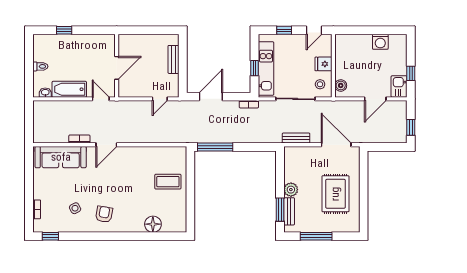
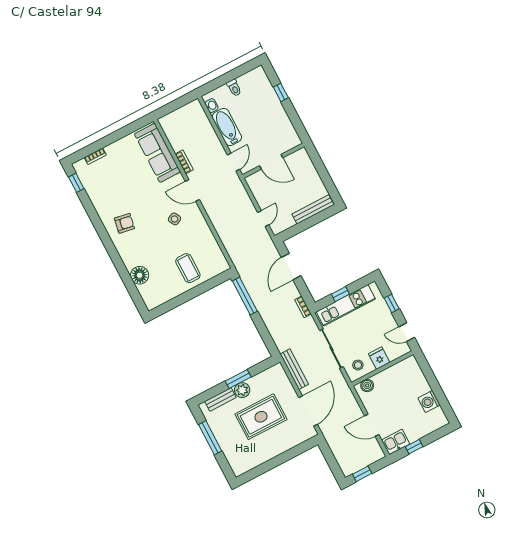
bench: (173, 59) -> (313, 209), width x1.36
door: (211, 97) -> (291, 267), swing flipped
door: (160, 99) -> (263, 219), swing flipped
bench: (296, 138) -> (294, 369), width x1.36
rug: (335, 194) -> (261, 417), moved
side table: (75, 208) -> (174, 219), moved
window: (280, 210) -> (238, 379), moved

